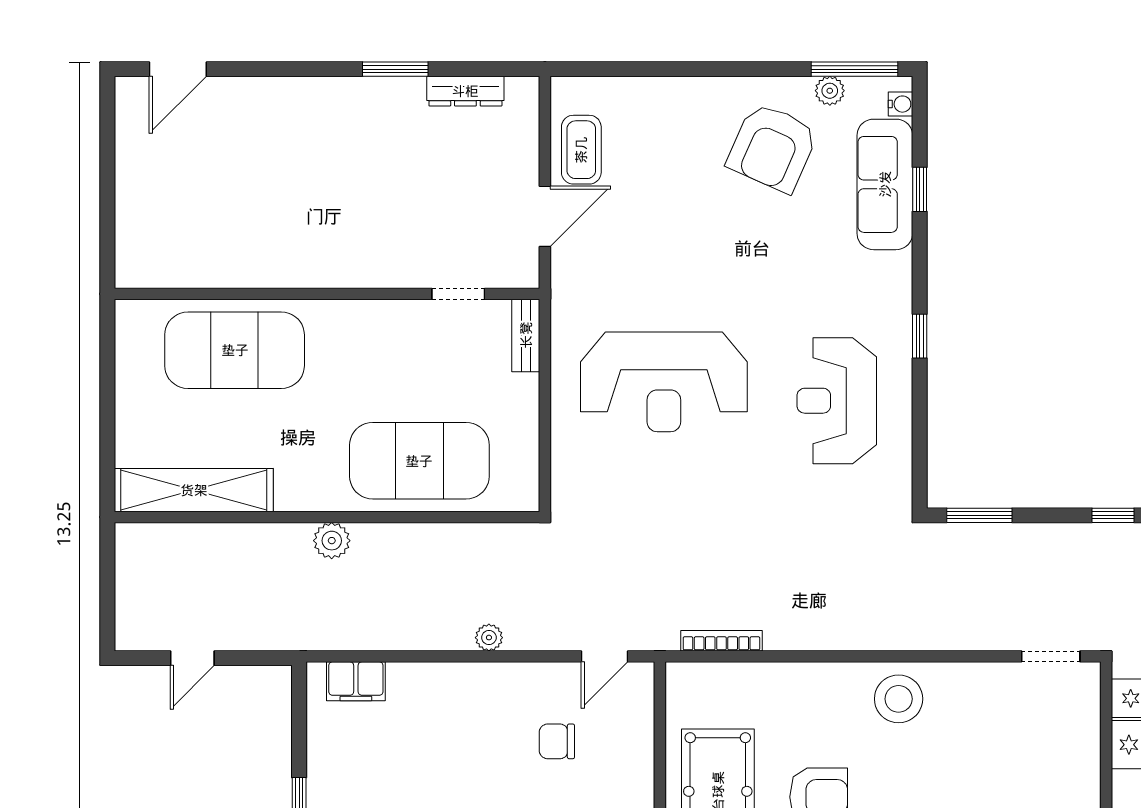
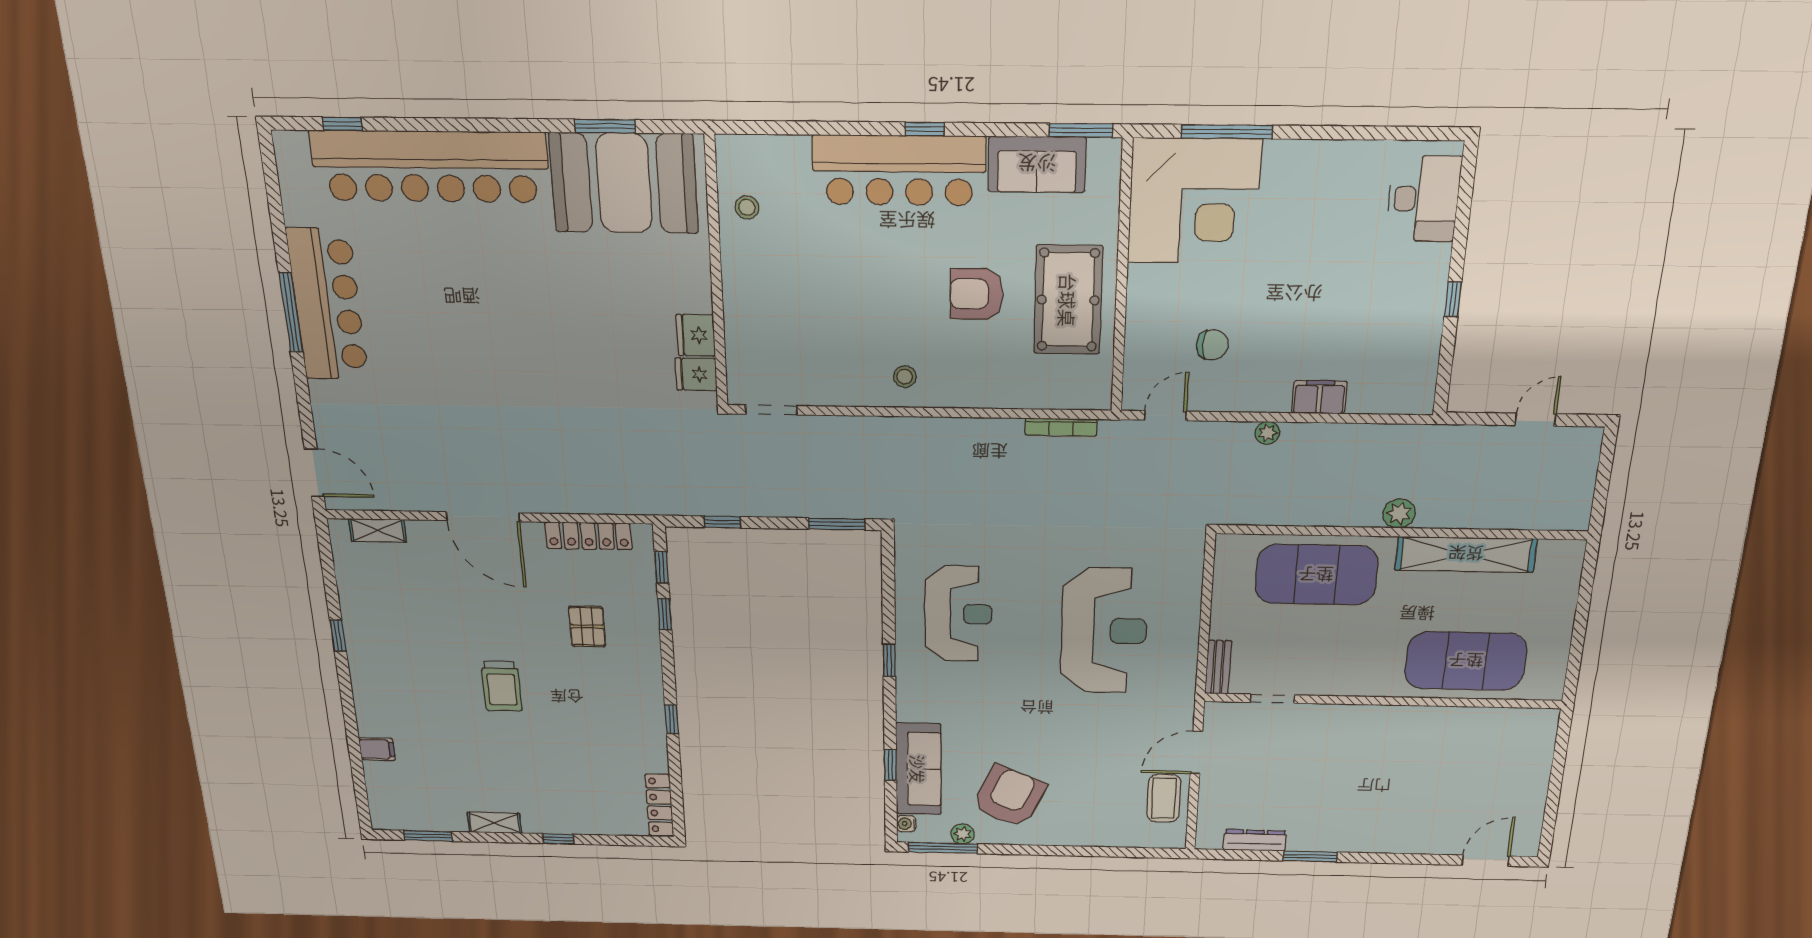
reception desk: (664, 382) -> (1104, 631), turned 90
shelving: (194, 490) -> (1466, 554), moved
filing cabinet: (356, 681) -> (1319, 397), moved
stool: (899, 699) -> (905, 377), width x0.53, depth x0.53

